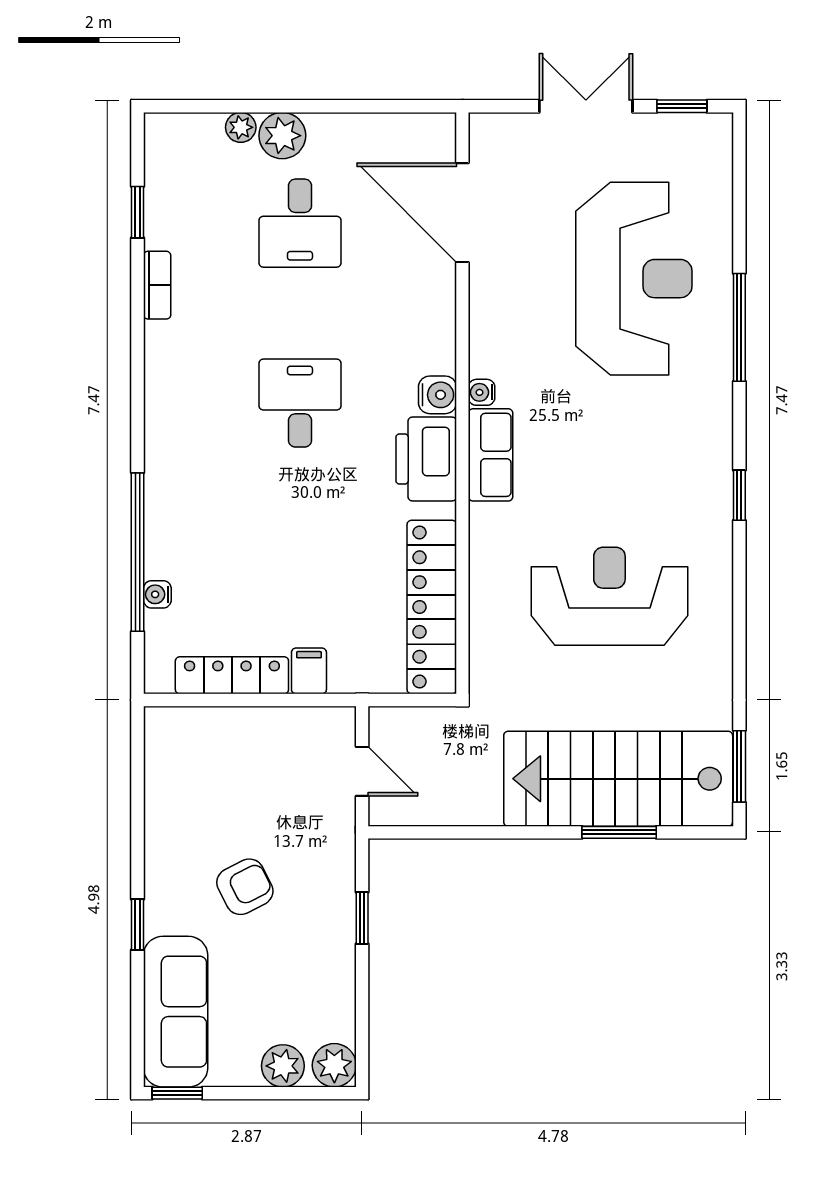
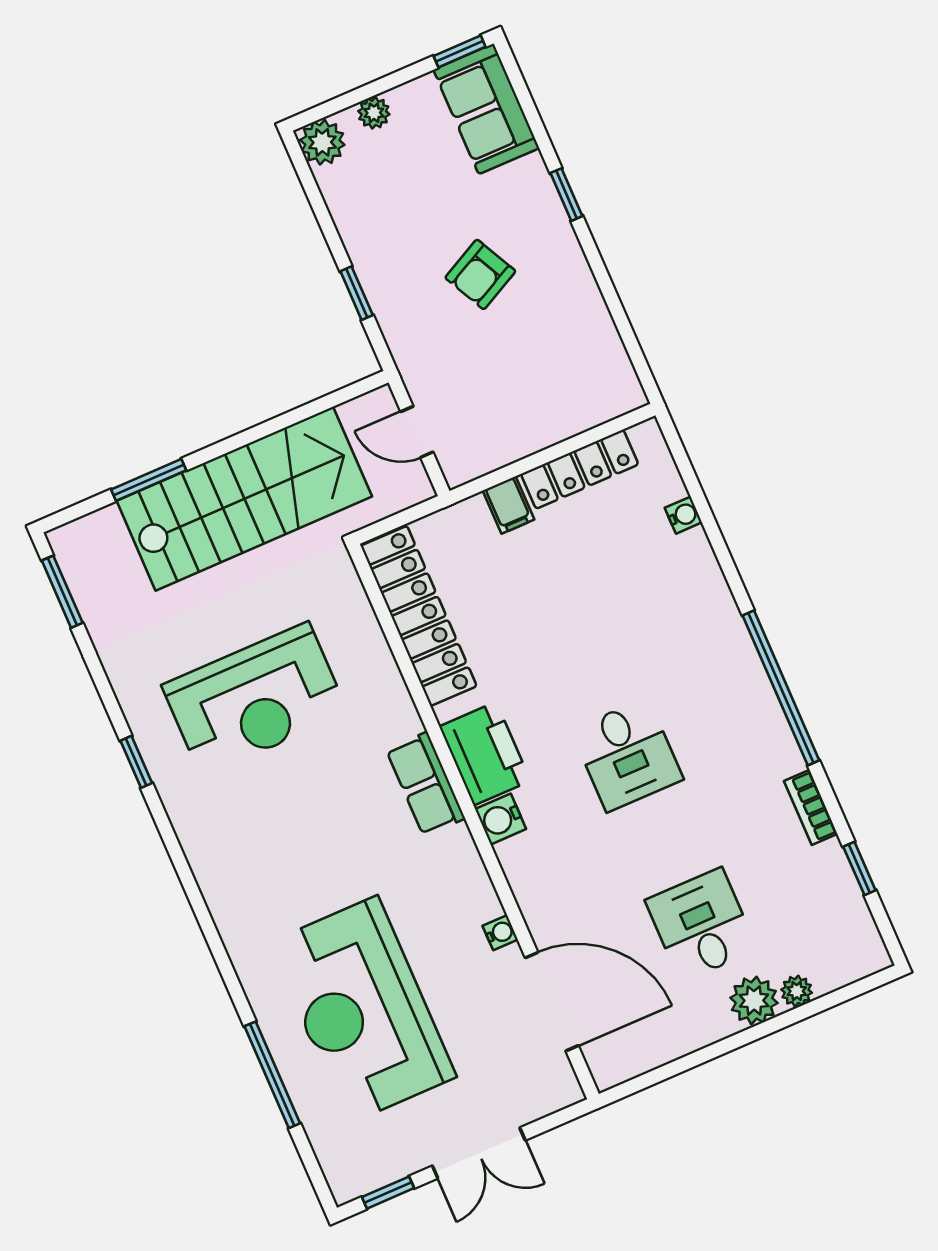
window: (739, 327) -> (272, 1075), moved
water cooler: (482, 392) -> (500, 933), moved
window: (739, 495) -> (136, 762), moved
window: (138, 552) -> (781, 688), moved
stairs: (618, 779) -> (244, 499), moved
sofa: (176, 1012) -> (486, 109), width x0.73
plant: (283, 1066) -> (374, 113), width x0.73, depth x0.73

